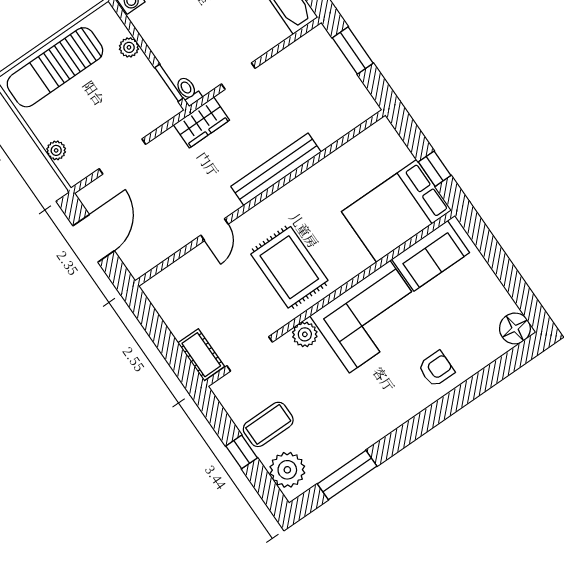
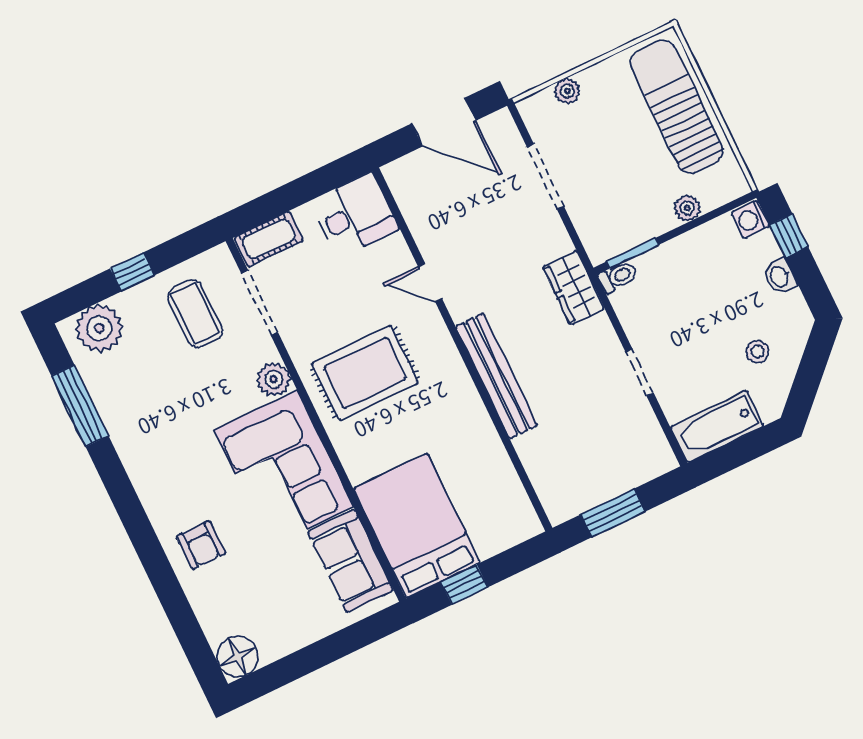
window: (353, 50) -> (613, 513), moved
doorway: (238, 76) -> (639, 372), moved
desk: (173, 294) -> (355, 215), added
coffee table: (268, 424) -> (195, 314), moved

